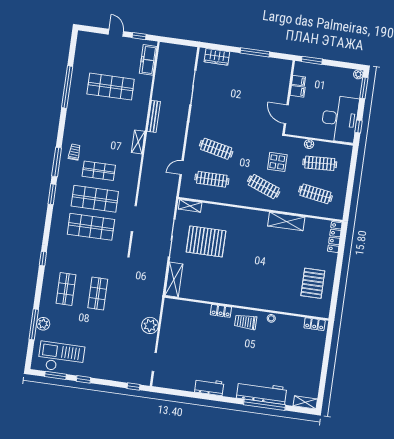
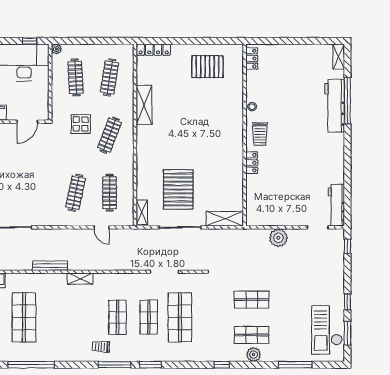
plant: (309, 144) -> (56, 49), moved
shop shelf: (95, 199) -> (149, 317), width x0.70, depth x0.74
plant: (43, 324) -> (254, 355), moved
workbench: (209, 387) -> (336, 205), moved, width x1.38

